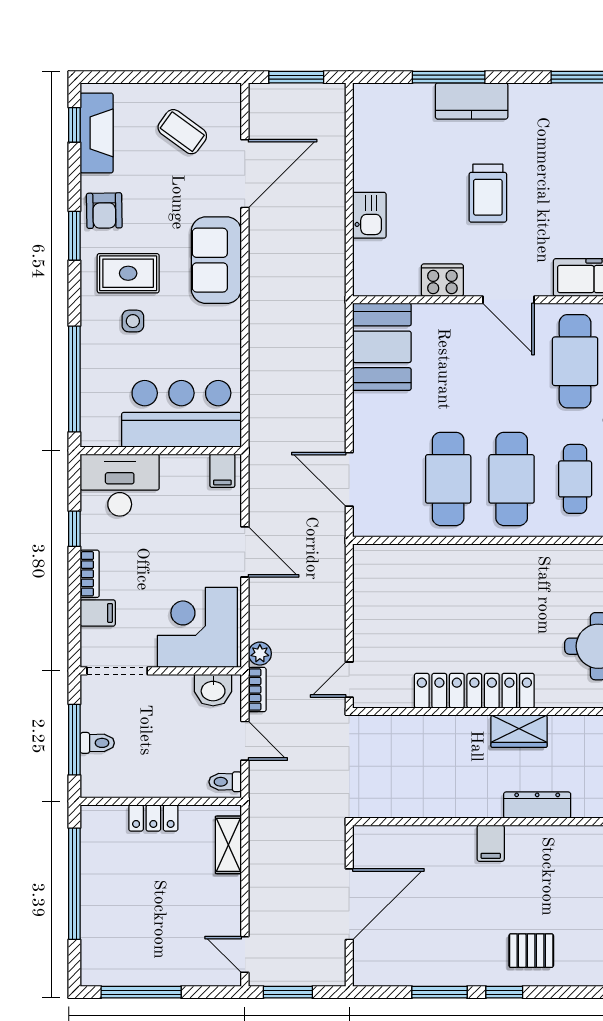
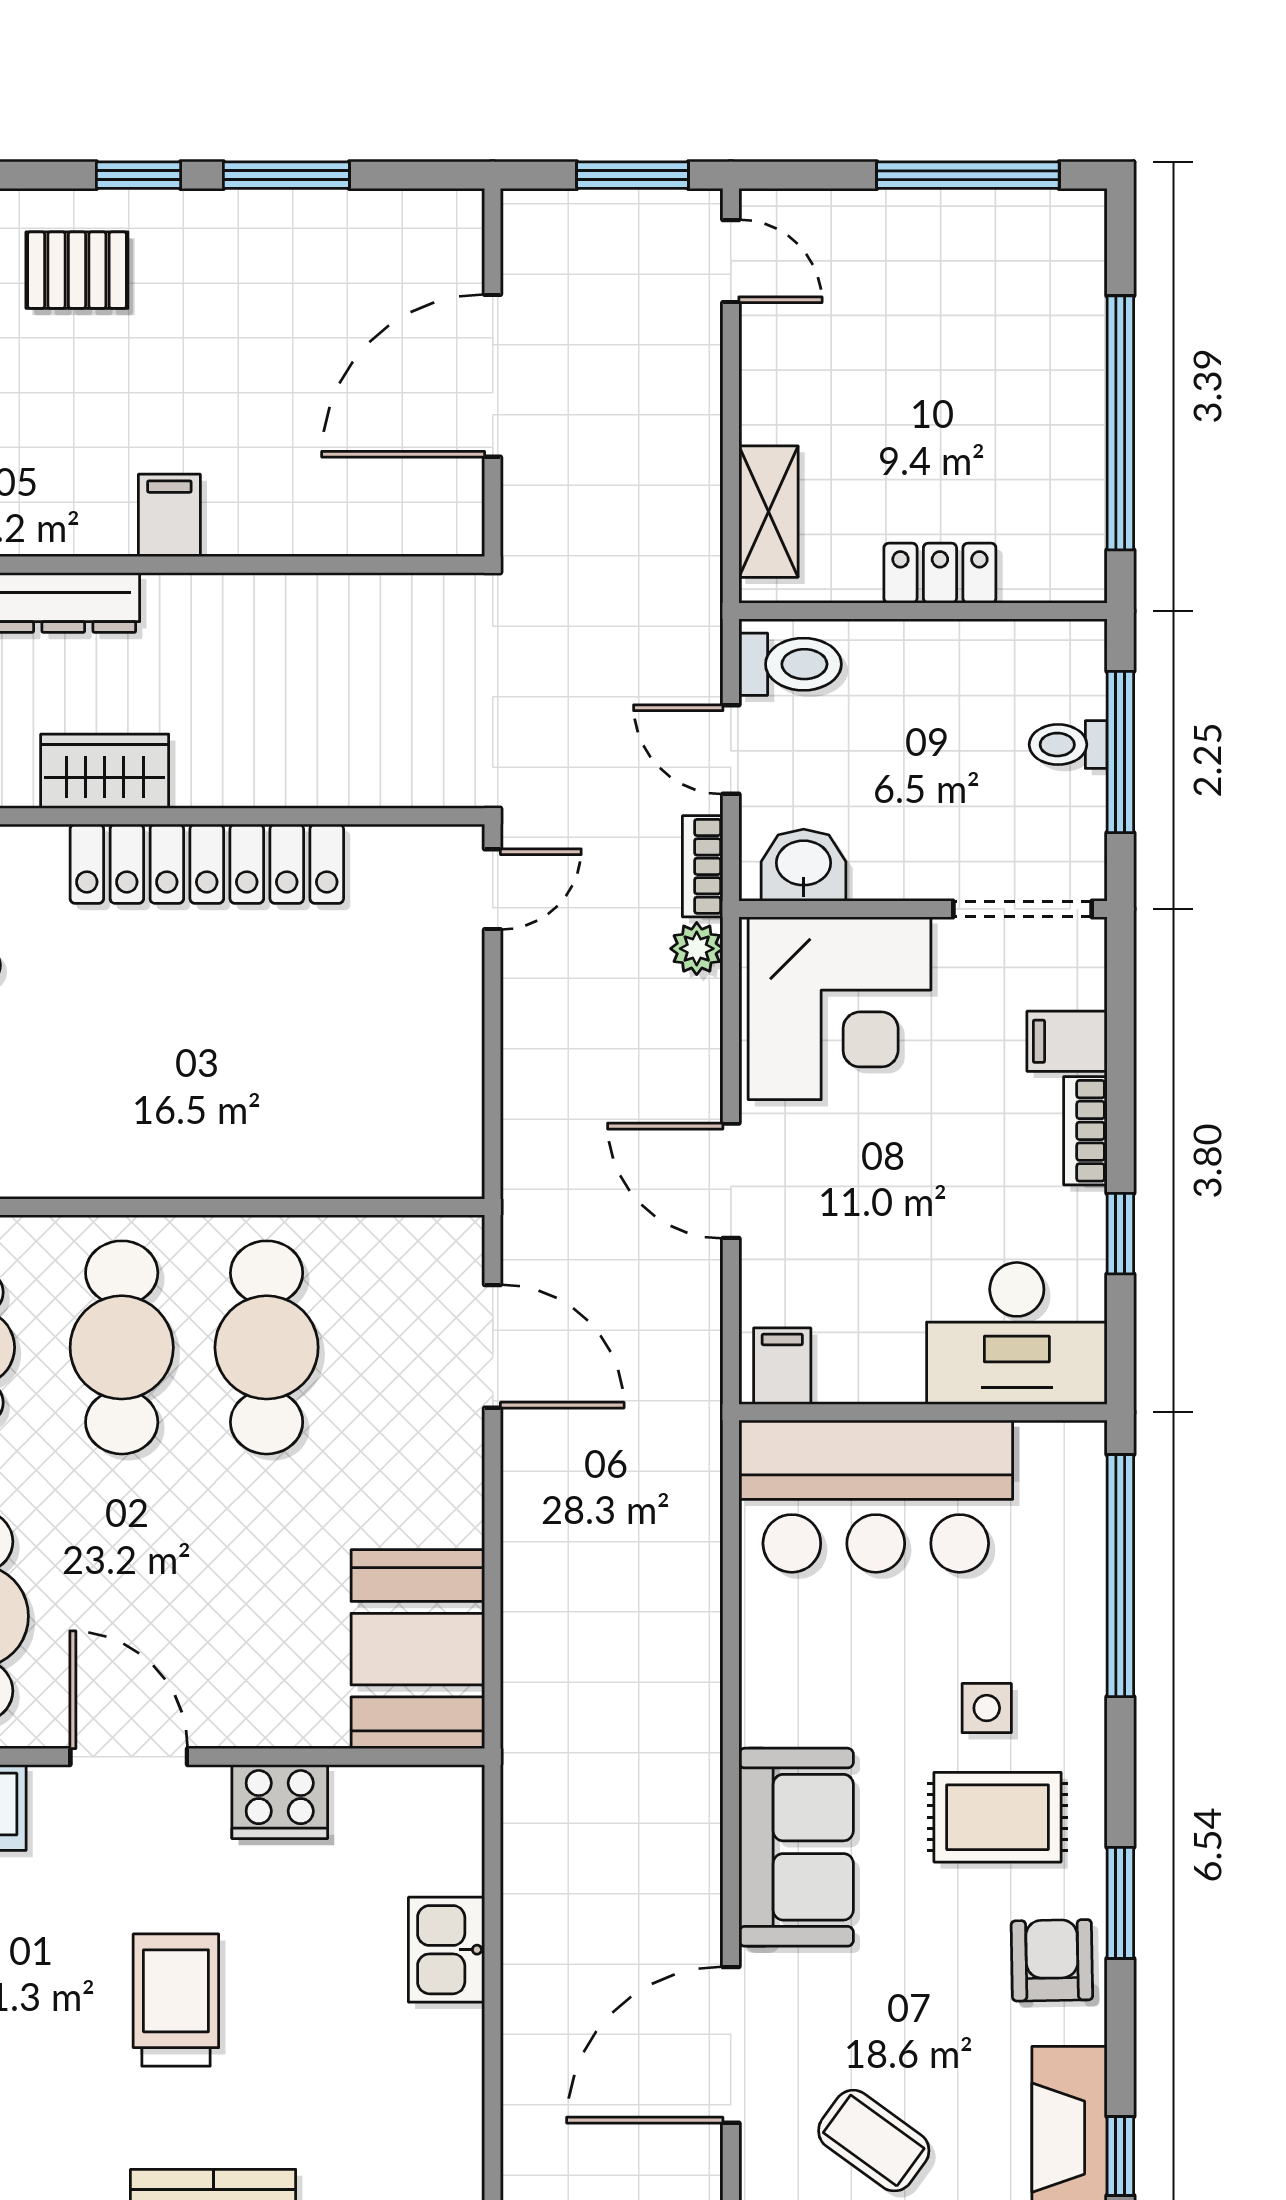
toilet: (225, 782) -> (790, 664), width x1.37, depth x1.39

